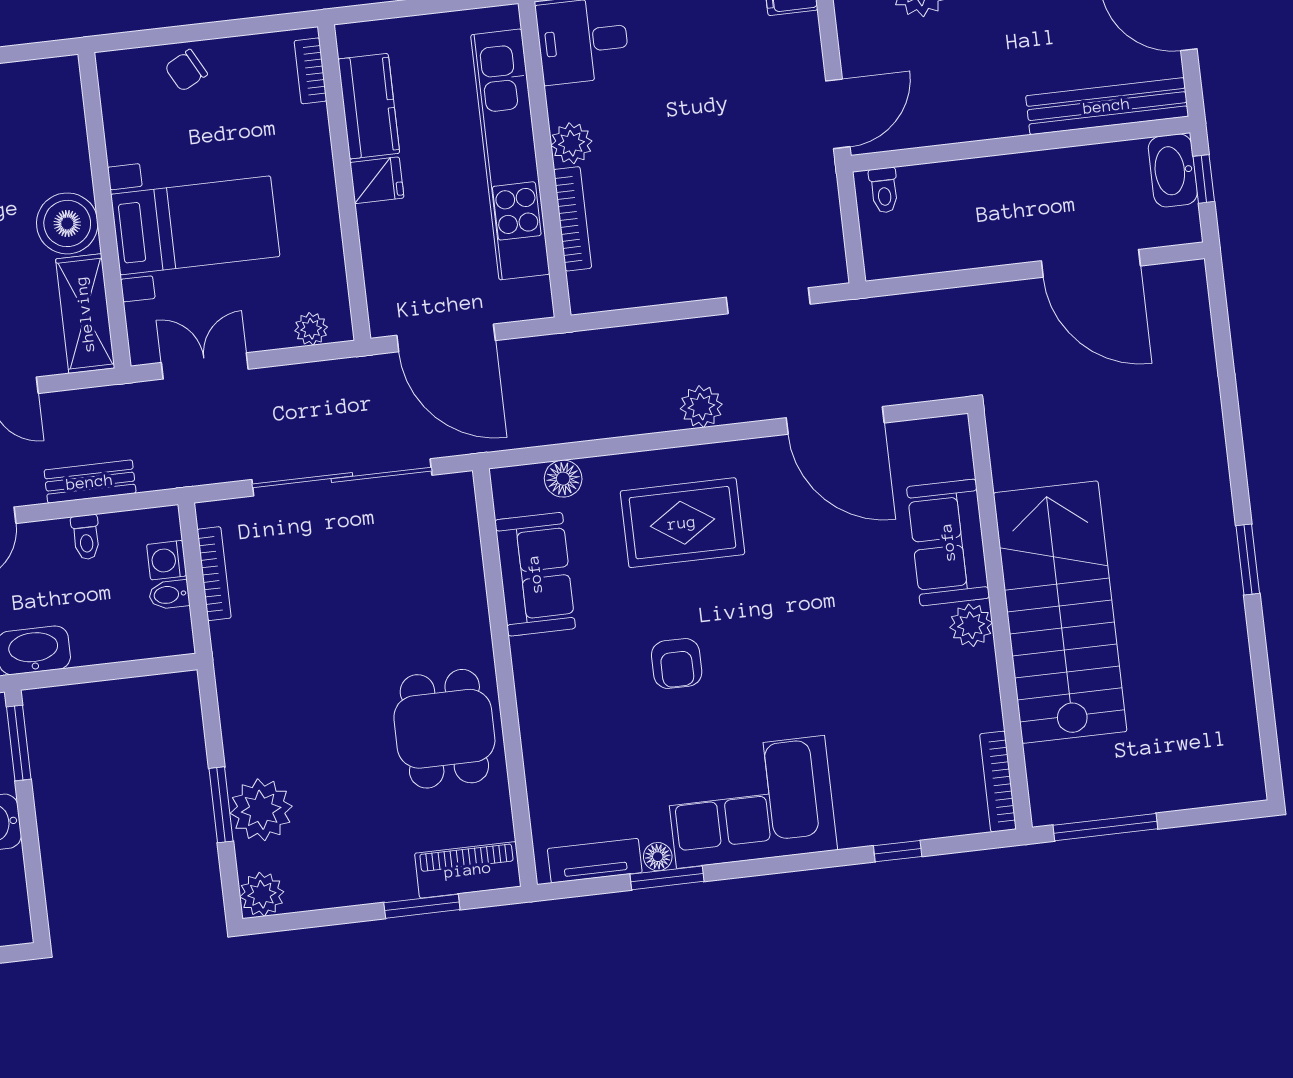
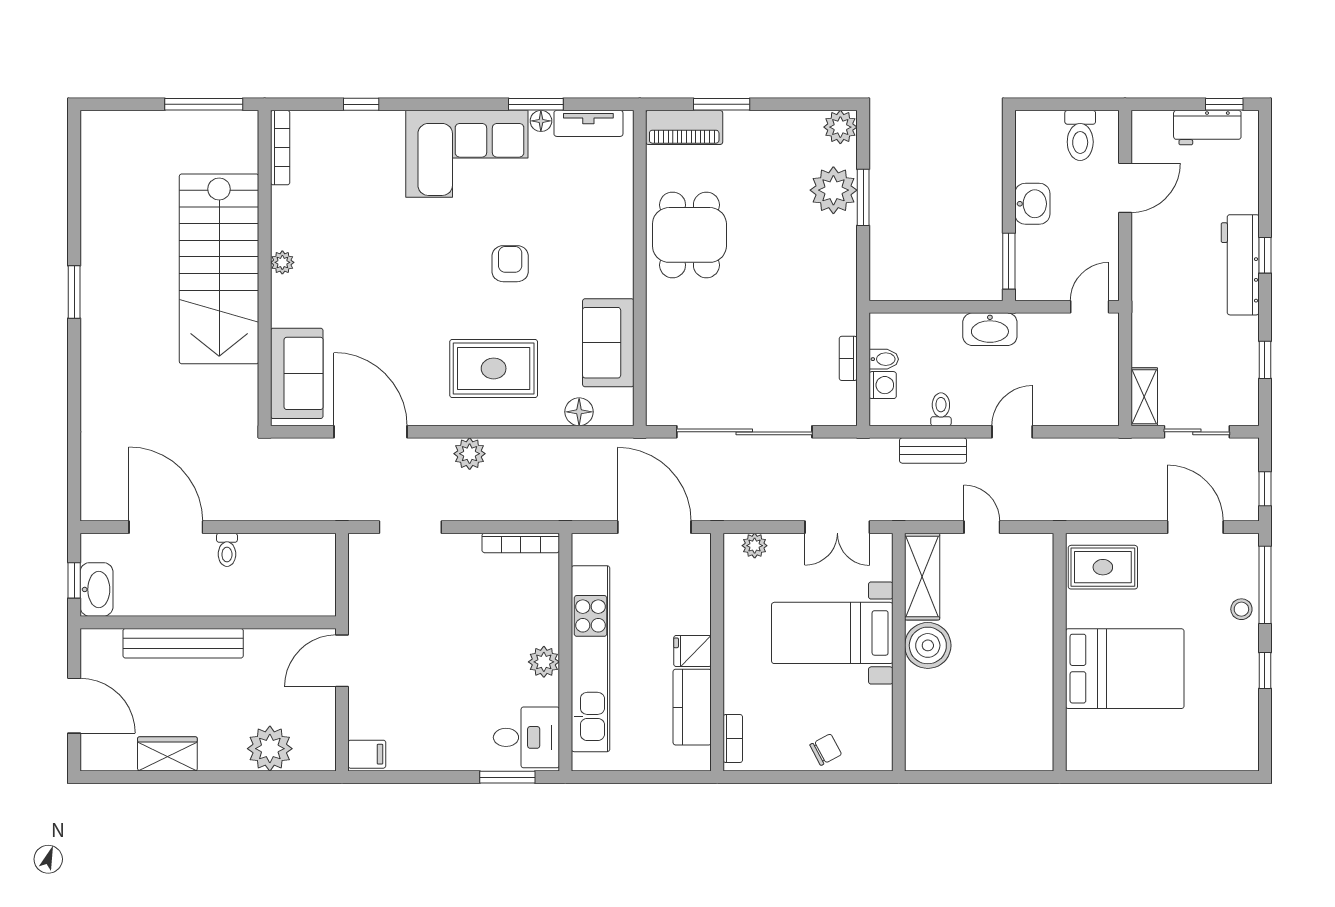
bench: (1107, 106) -> (183, 643), moved
toilet: (884, 190) -> (227, 550), moved, turned 180
bookcase: (573, 219) -> (521, 543), moved, turned -90
sofa: (948, 542) -> (297, 373), moved
bookcase: (214, 574) -> (848, 358), width x0.64
plant: (971, 625) -> (282, 262), width x0.73, depth x0.73

